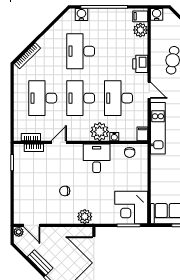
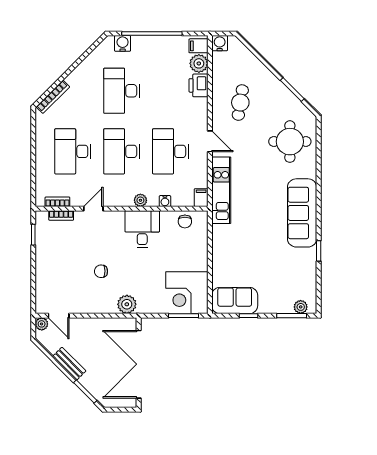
printer: (140, 64) -> (199, 85), moved
plant: (100, 132) -> (140, 200), width x0.53, depth x0.53

